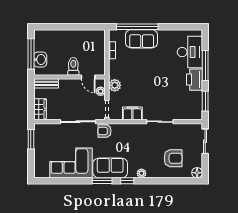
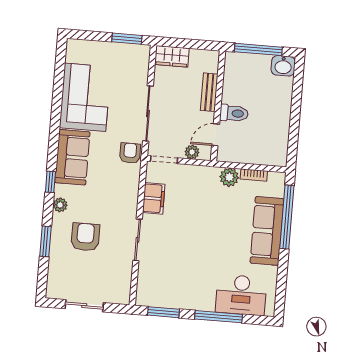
sofa: (142, 39) -> (267, 231), width x1.36
washbasin: (40, 60) -> (283, 66), moved
printer: (194, 80) -> (198, 299), removed
bench: (46, 83) -> (209, 92), moved
plant: (115, 85) -> (229, 177), moved
sliding door: (205, 141) -> (84, 306), moved
armchair: (173, 158) -> (85, 237), moved, turned 180
floor lamp: (197, 173) -> (54, 291), removed
window: (102, 181) -> (46, 241), moved

